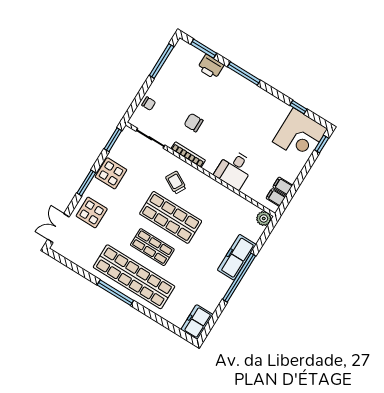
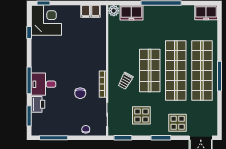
desk: (234, 169) -> (43, 84), moved, turned 180
display table: (111, 173) -> (141, 115), moved
shop shelf: (152, 247) -> (176, 70), width x2.00, depth x1.36
freezer: (237, 257) -> (131, 13), moved, width x0.71

